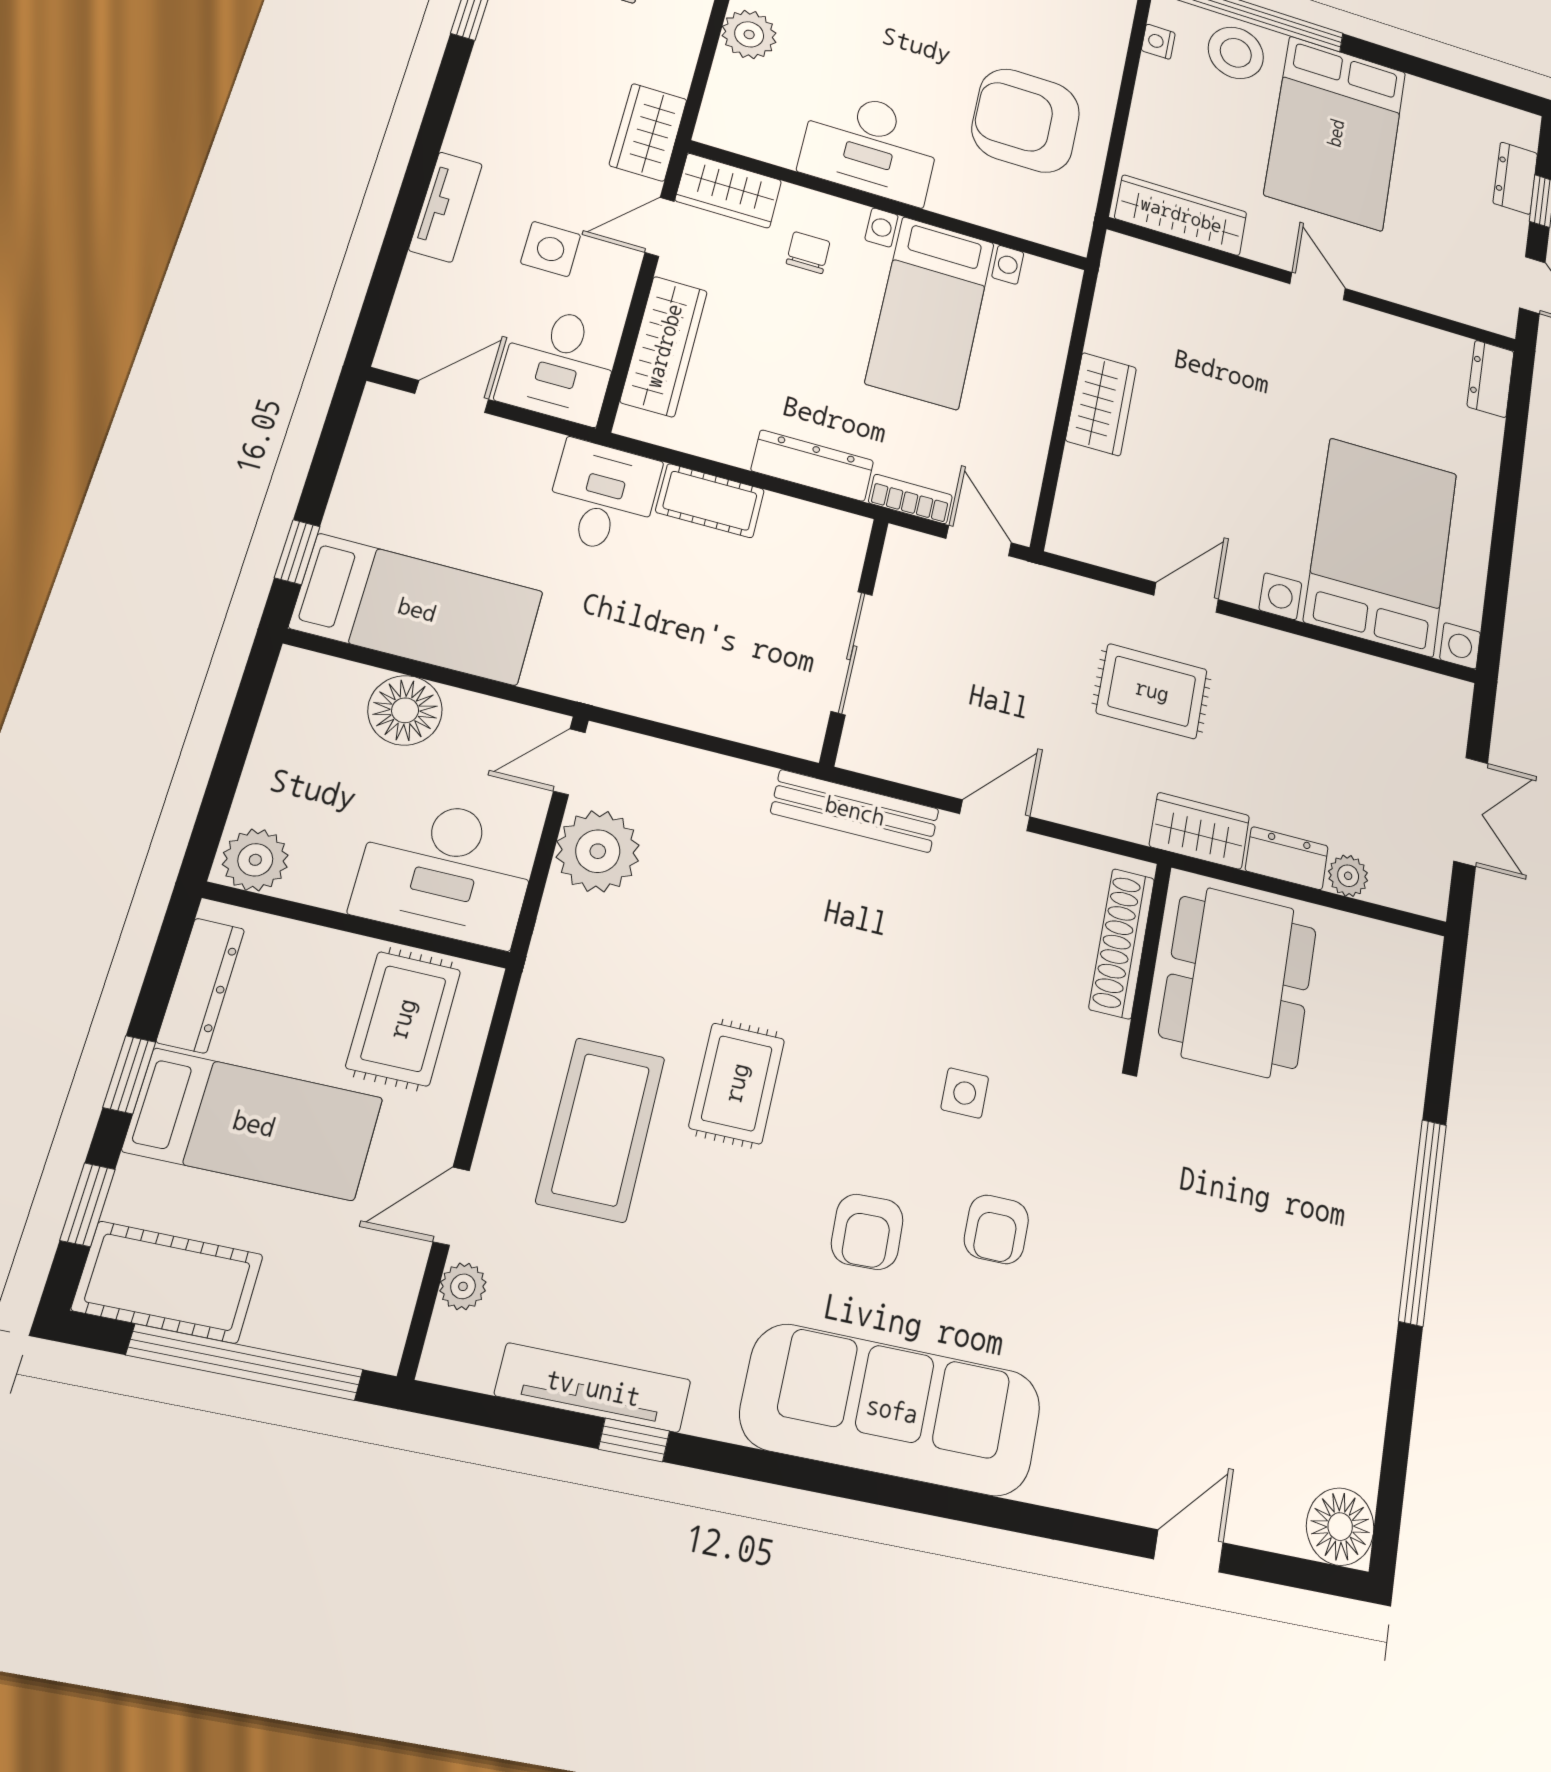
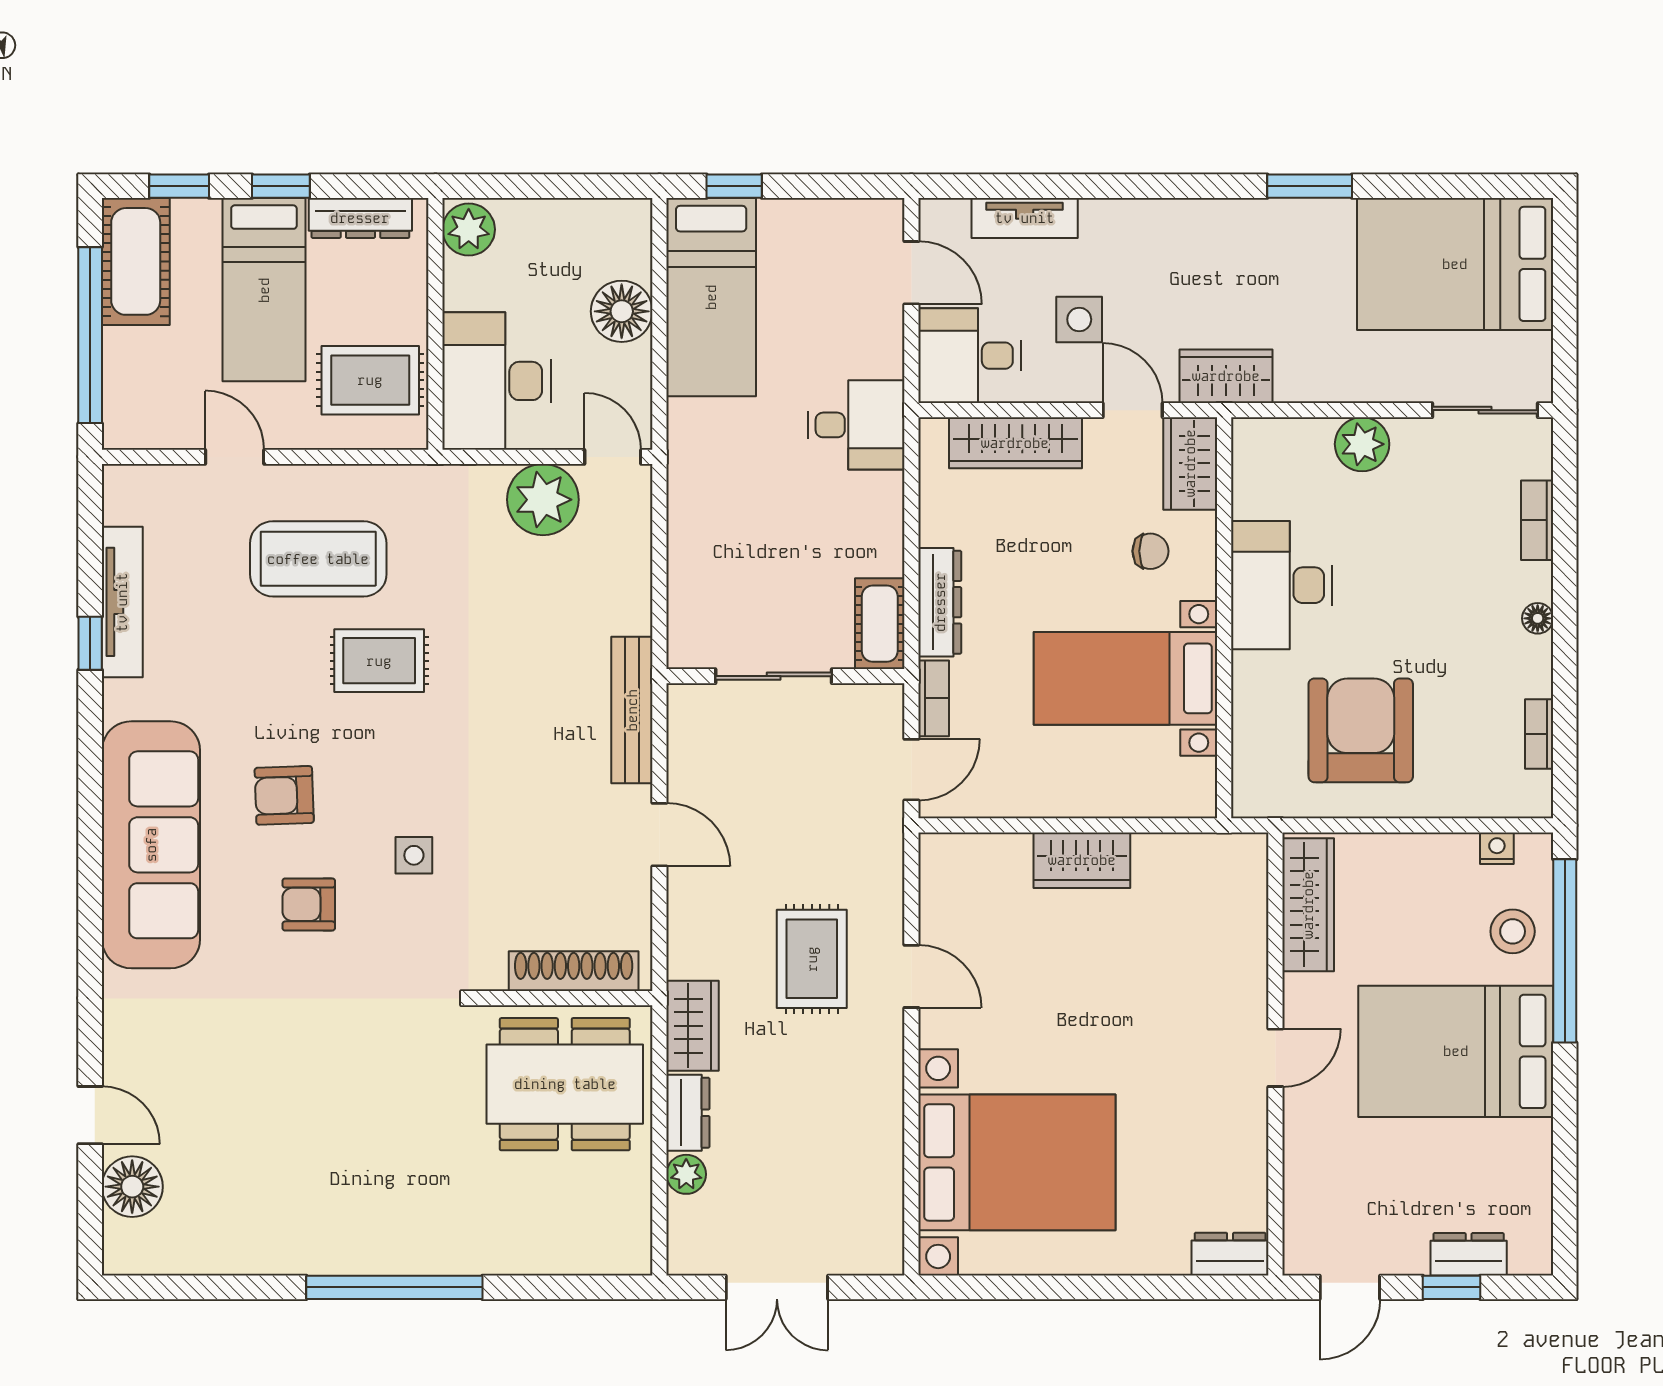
stool: (1236, 53) -> (1513, 931), width x0.73, depth x0.73
tv unit: (446, 207) -> (1025, 218), moved
cot: (710, 501) -> (880, 624), moved
plant: (463, 1286) -> (177, 482), removed
floor lamp: (1340, 1527) -> (132, 1187), moved

